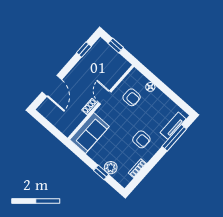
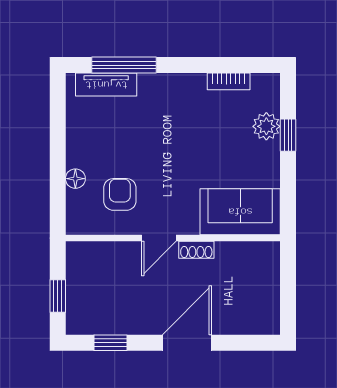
door: (52, 86) -> (187, 343), moved
armchair: (141, 139) -> (175, 117), removed

